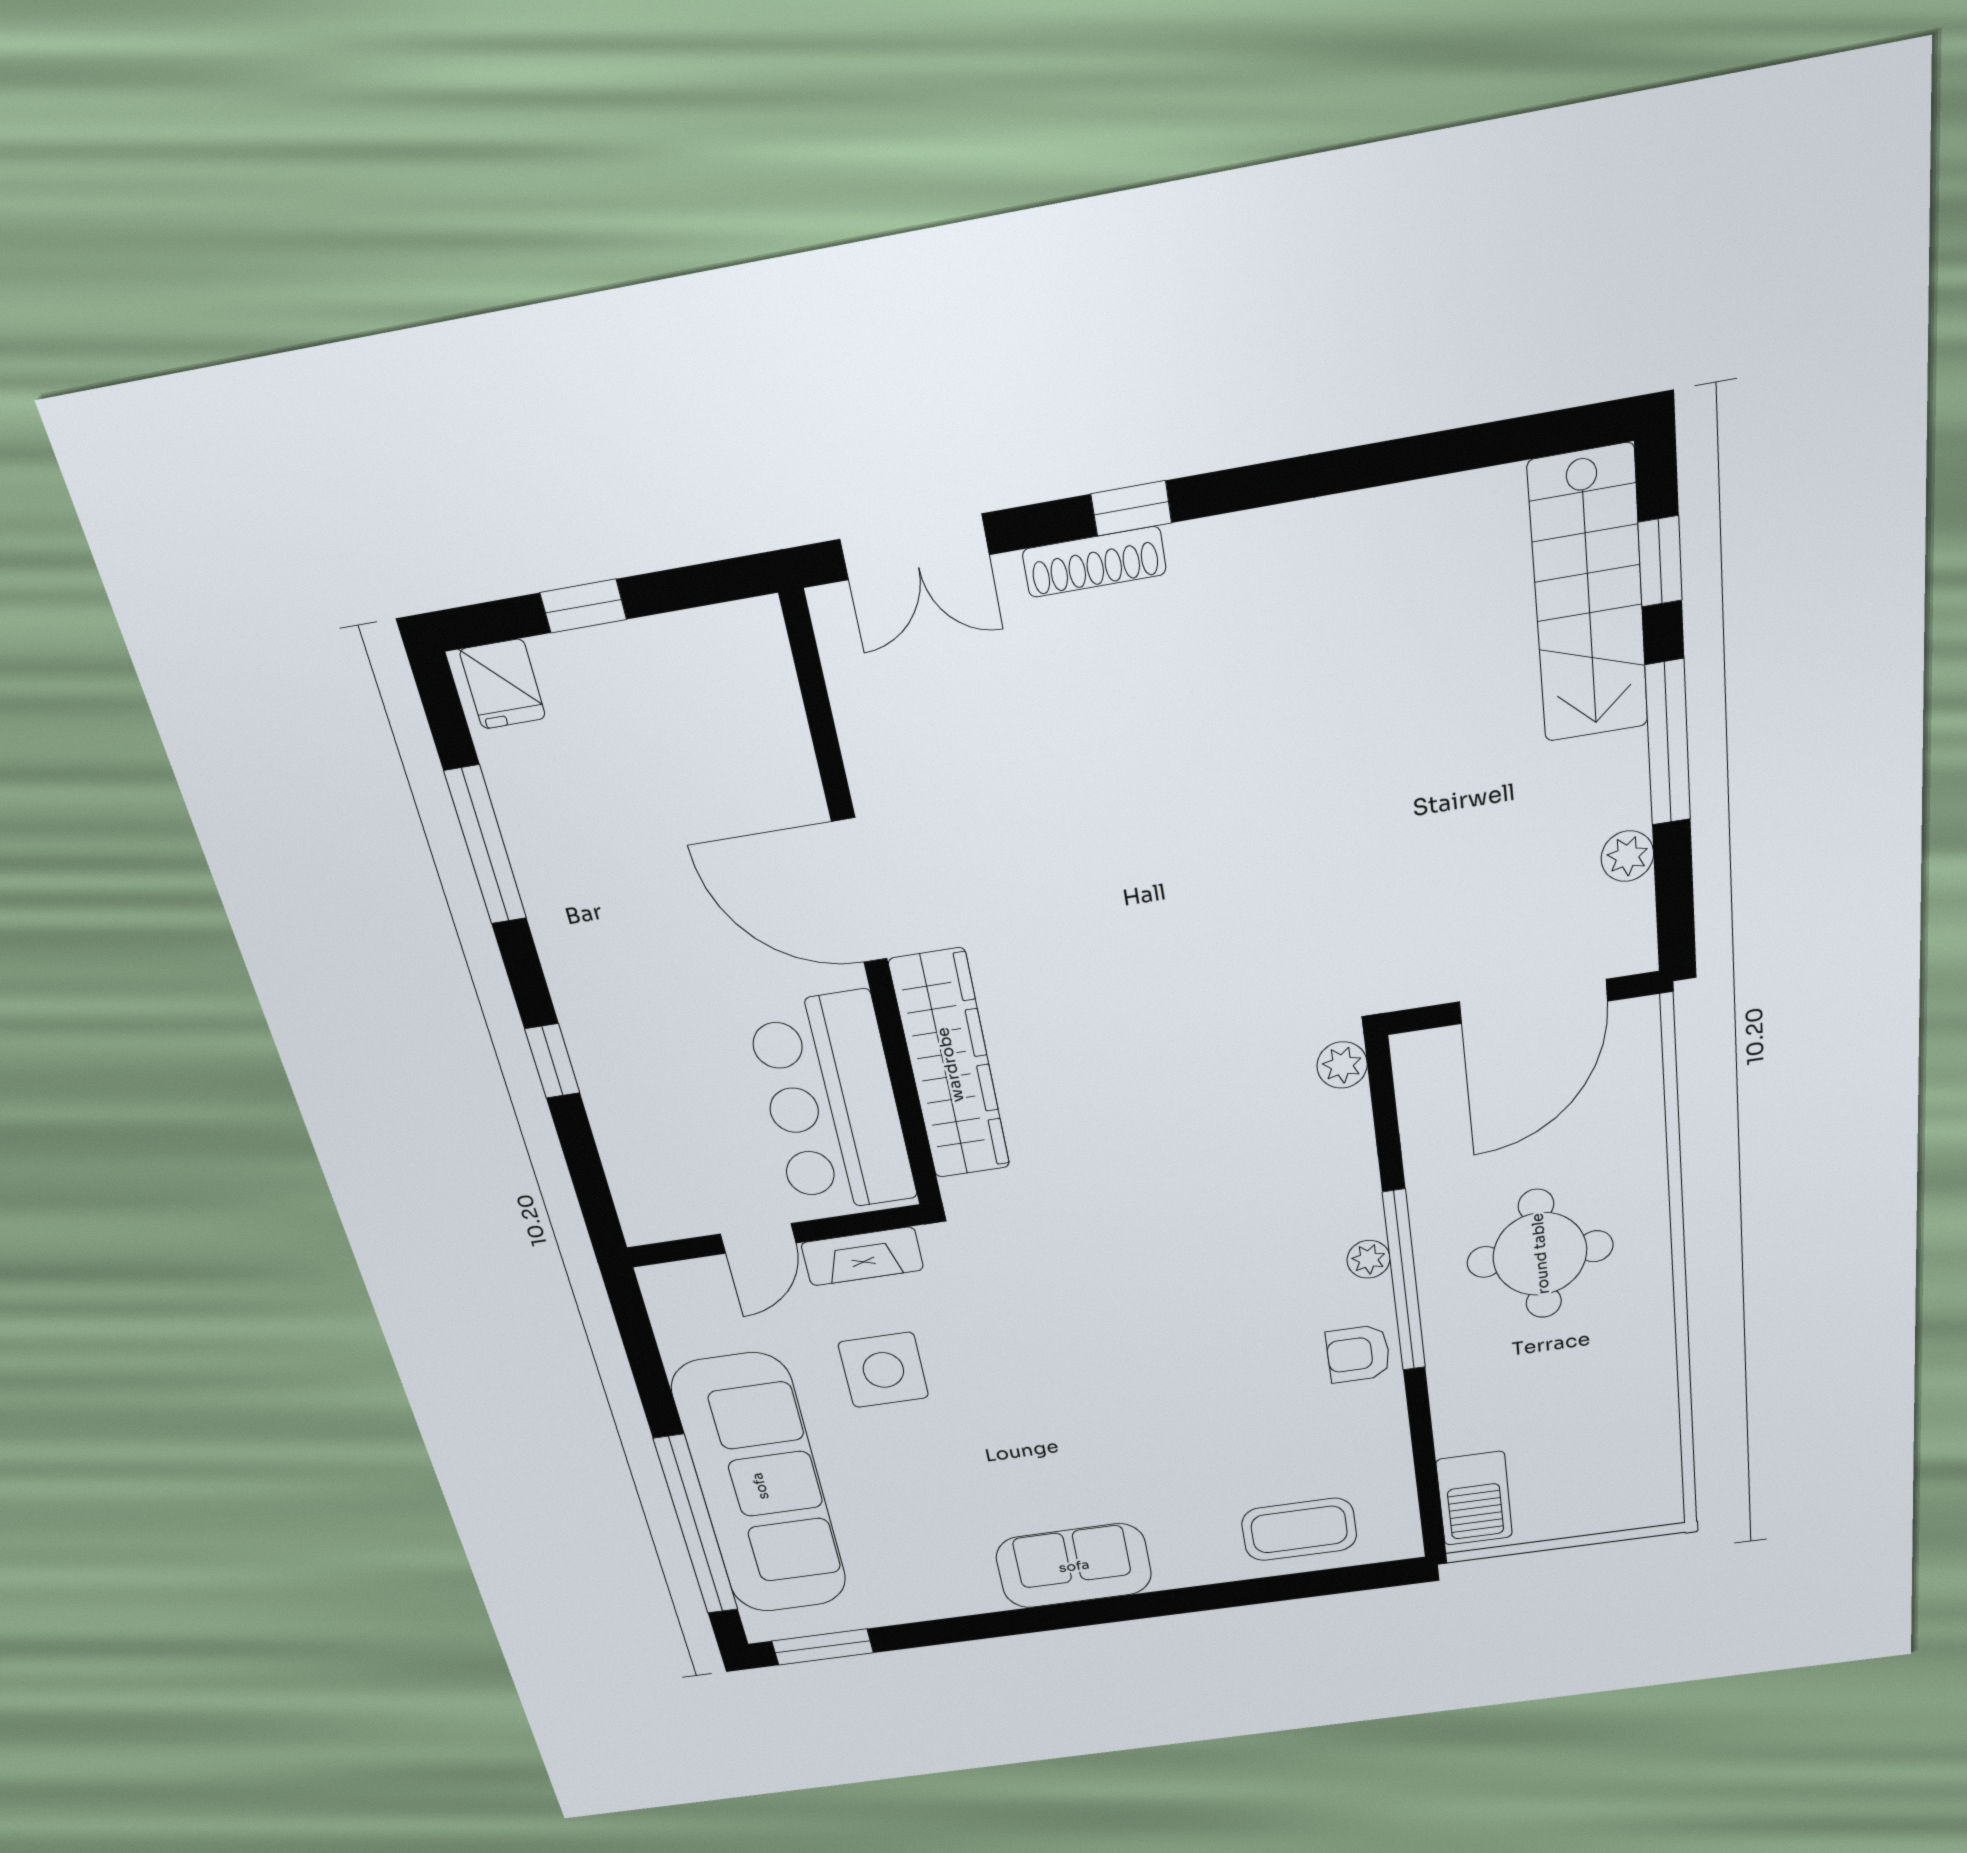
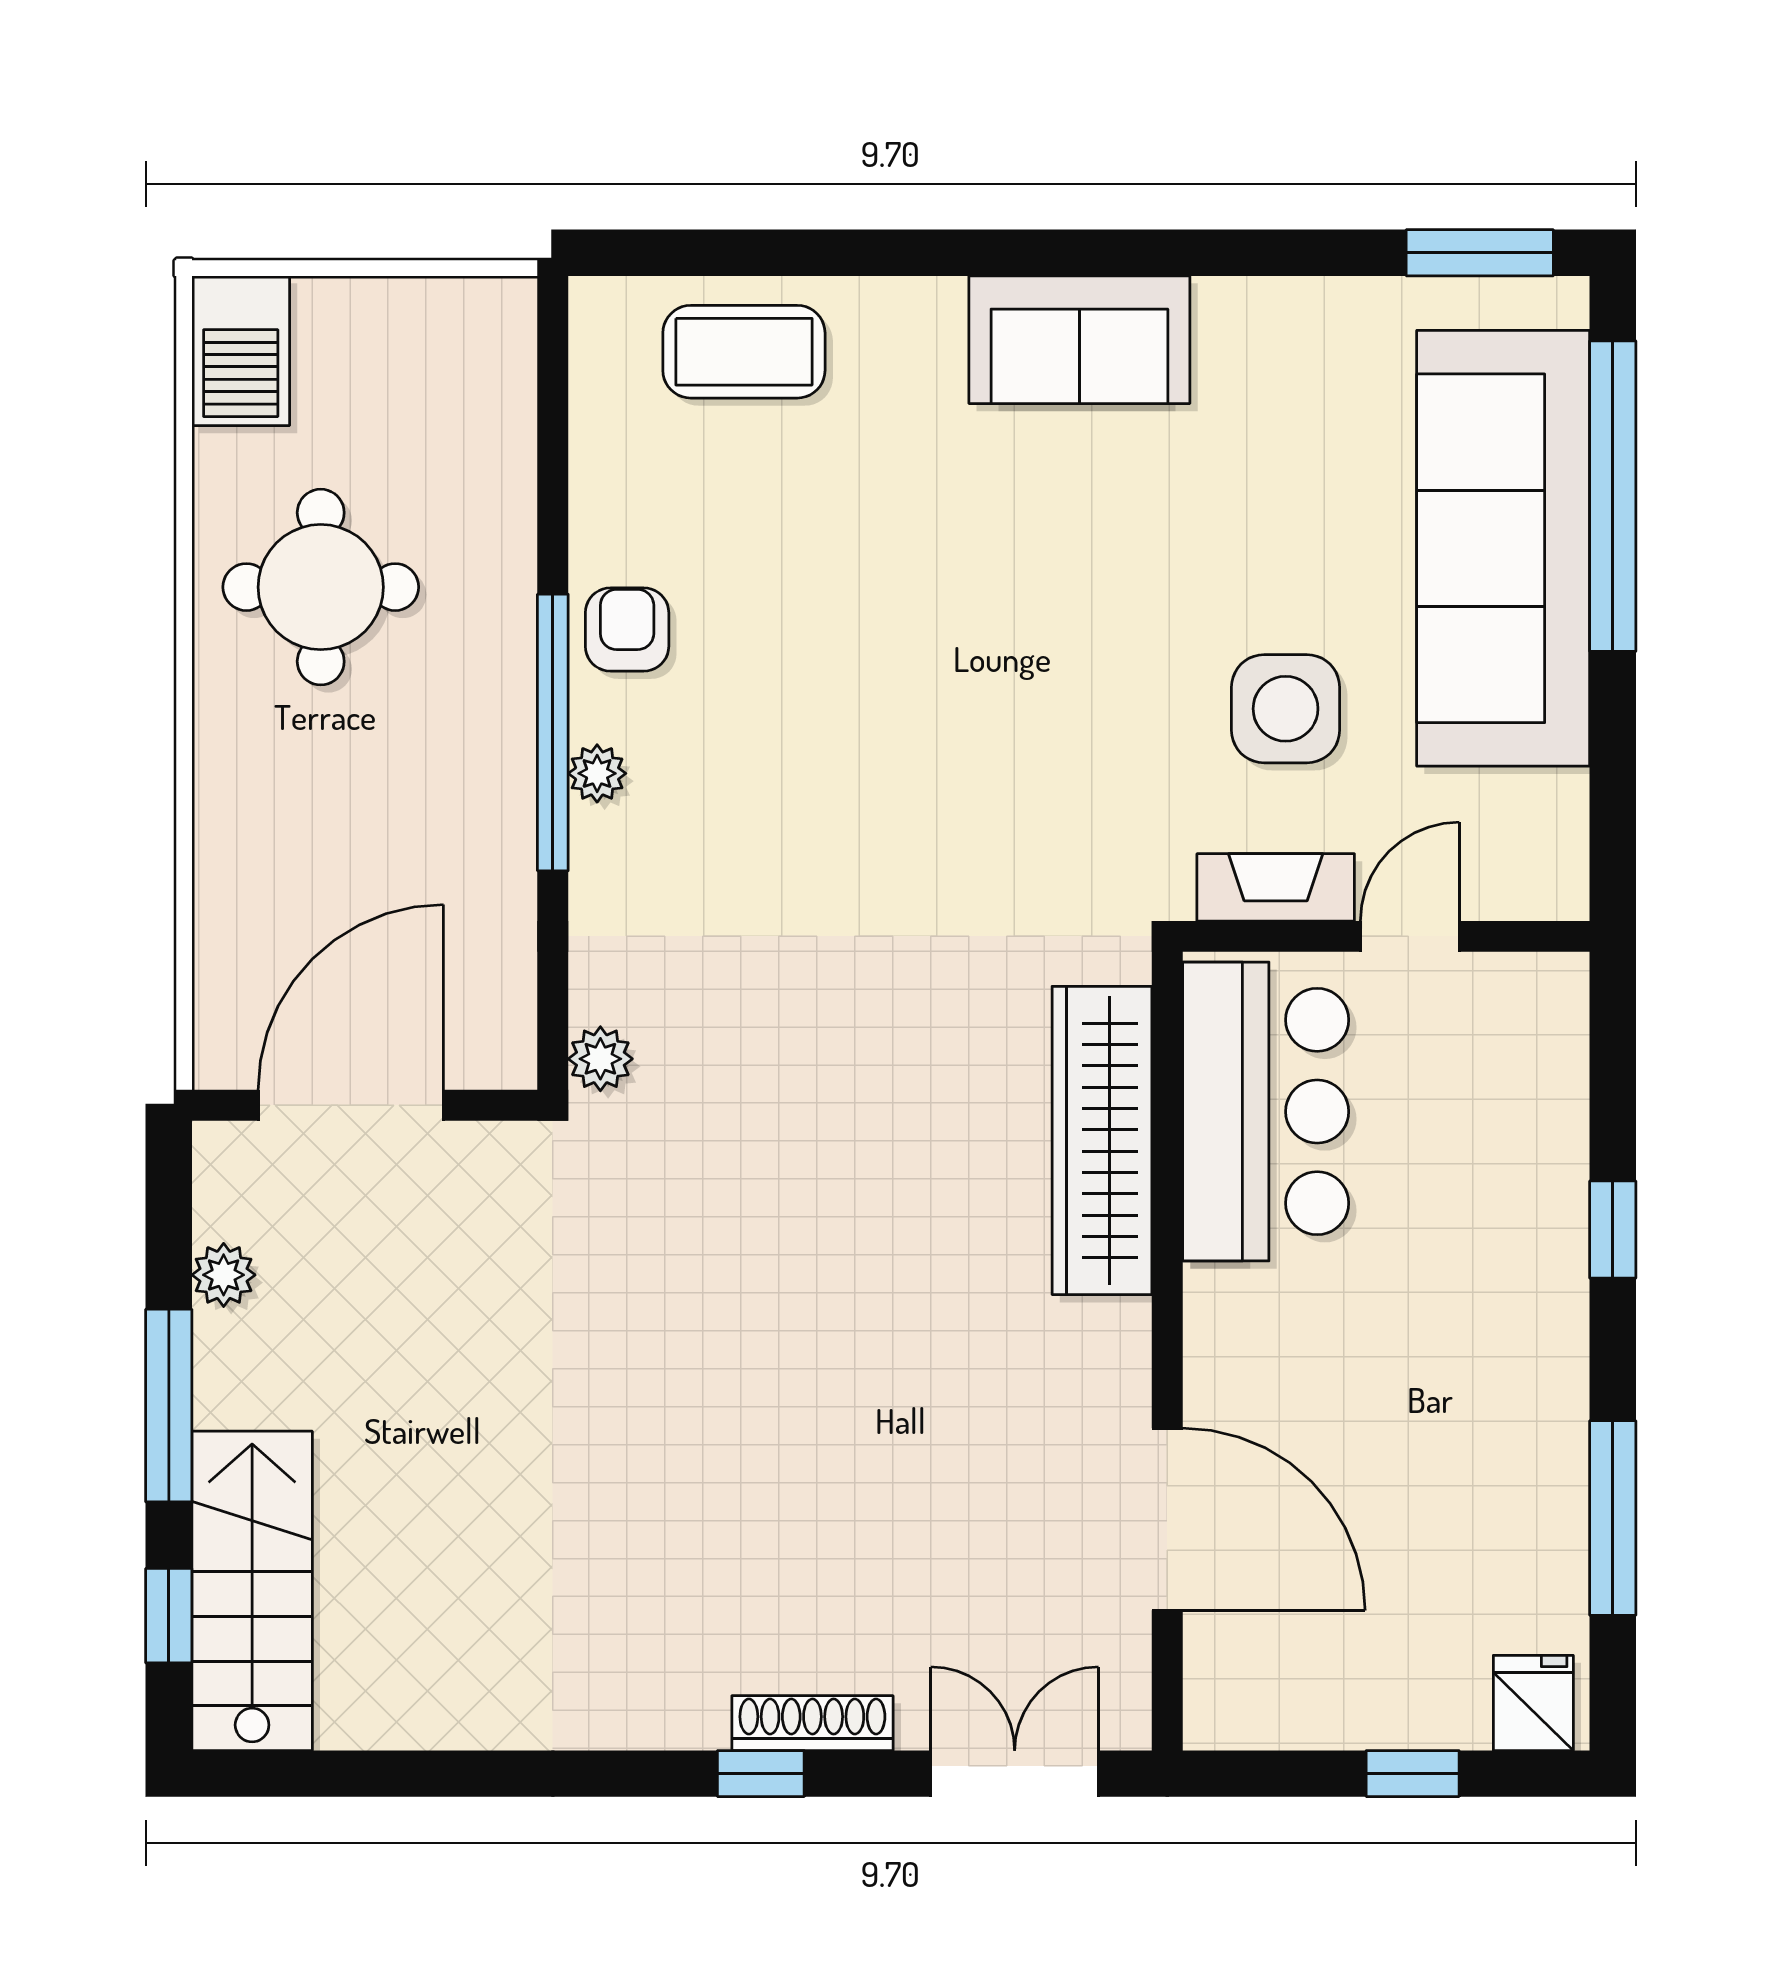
door: (860, 891) -> (1167, 1519), moved
round table: (1540, 1254) -> (321, 587), moved
armchair: (1358, 1354) -> (627, 629), turned -90
barbecue: (1474, 1498) -> (241, 351), moved, turned 180

